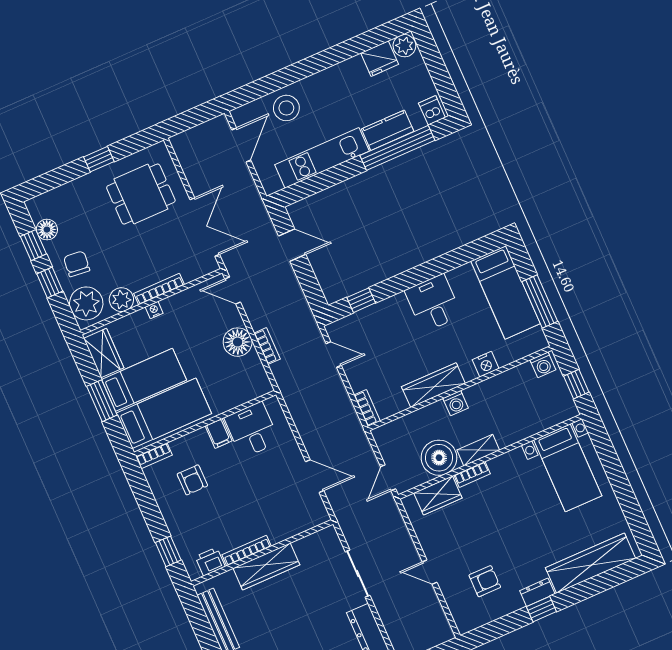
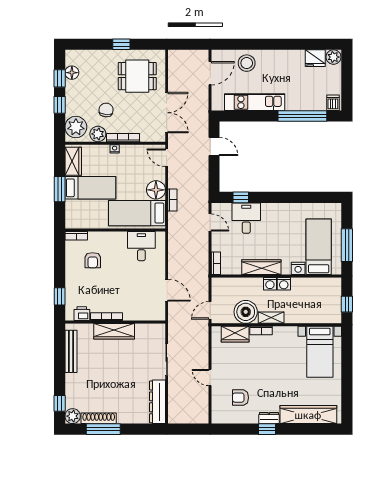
kitchen counter: (388, 130) -> (301, 103), removed
chair: (77, 264) -> (106, 110), moved
bed: (506, 292) -> (319, 247), moved, turned 180
desk: (433, 303) -> (246, 218), moved
washing machine: (543, 365) -> (284, 284), moved
bed: (164, 413) -> (137, 213), moved, turned 180
filing cabinet: (219, 433) -> (121, 239), removed
armchair: (485, 581) -> (240, 398), turned 180

